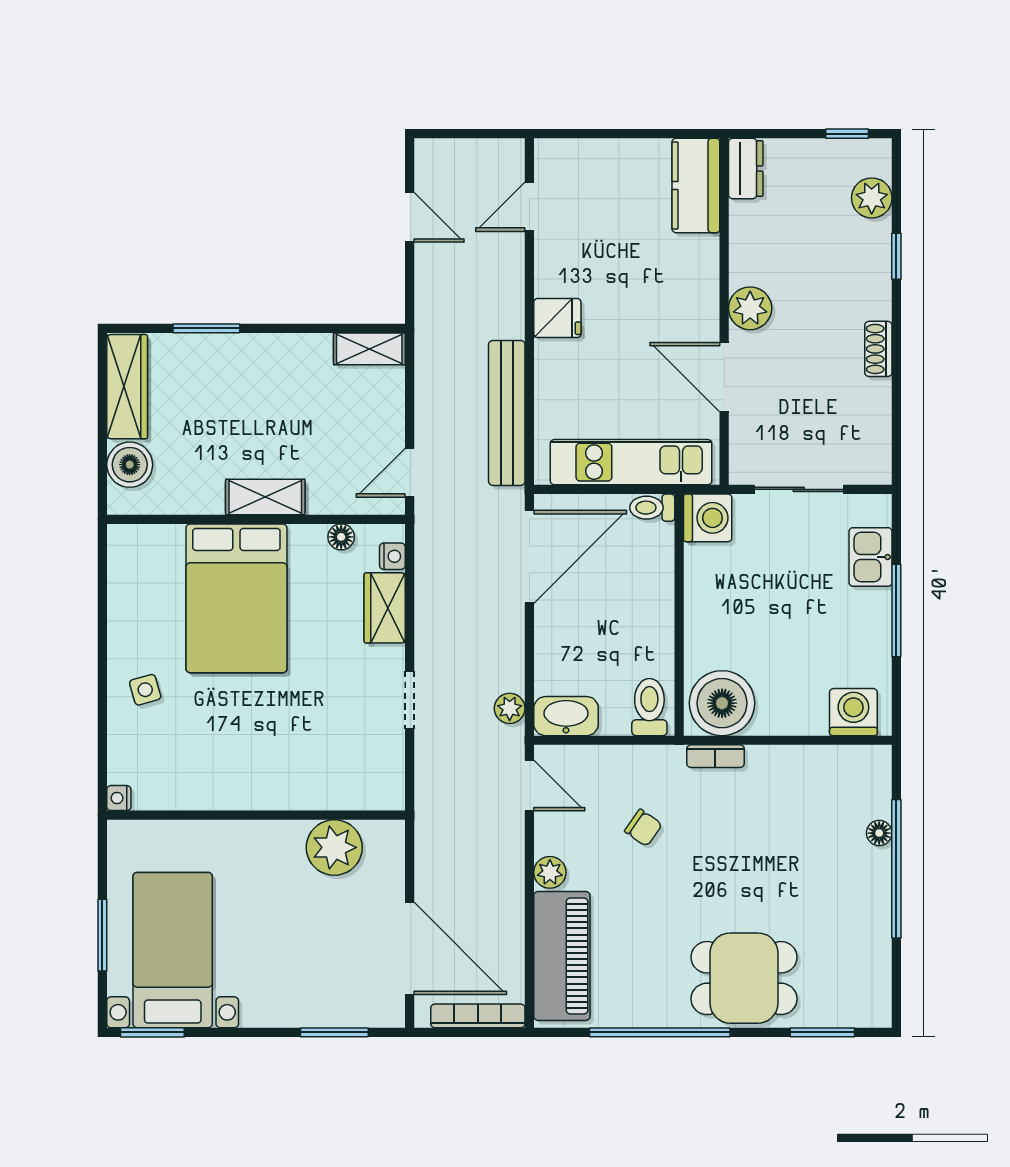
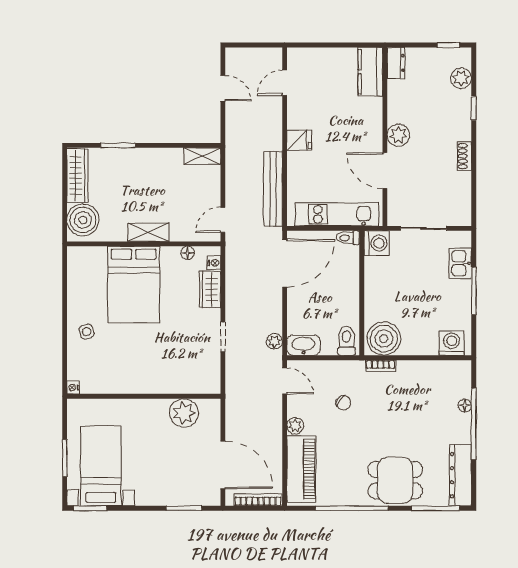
boiler: (130, 465) -> (83, 220), width x1.37, depth x1.37
dresser: (871, 968) -> (460, 475), added
window: (822, 1032) -> (436, 508), width x1.44

